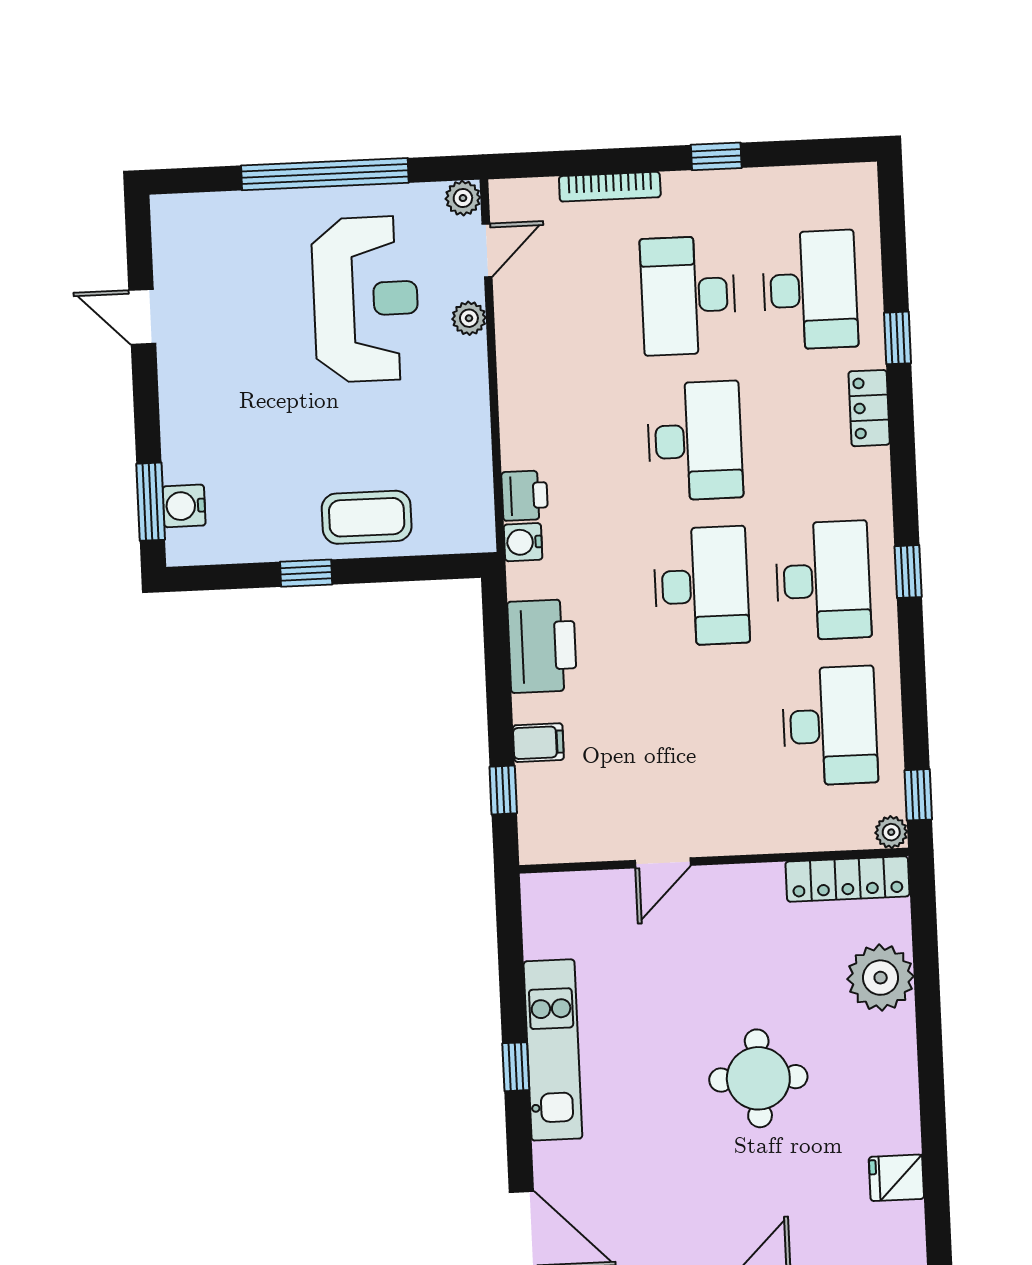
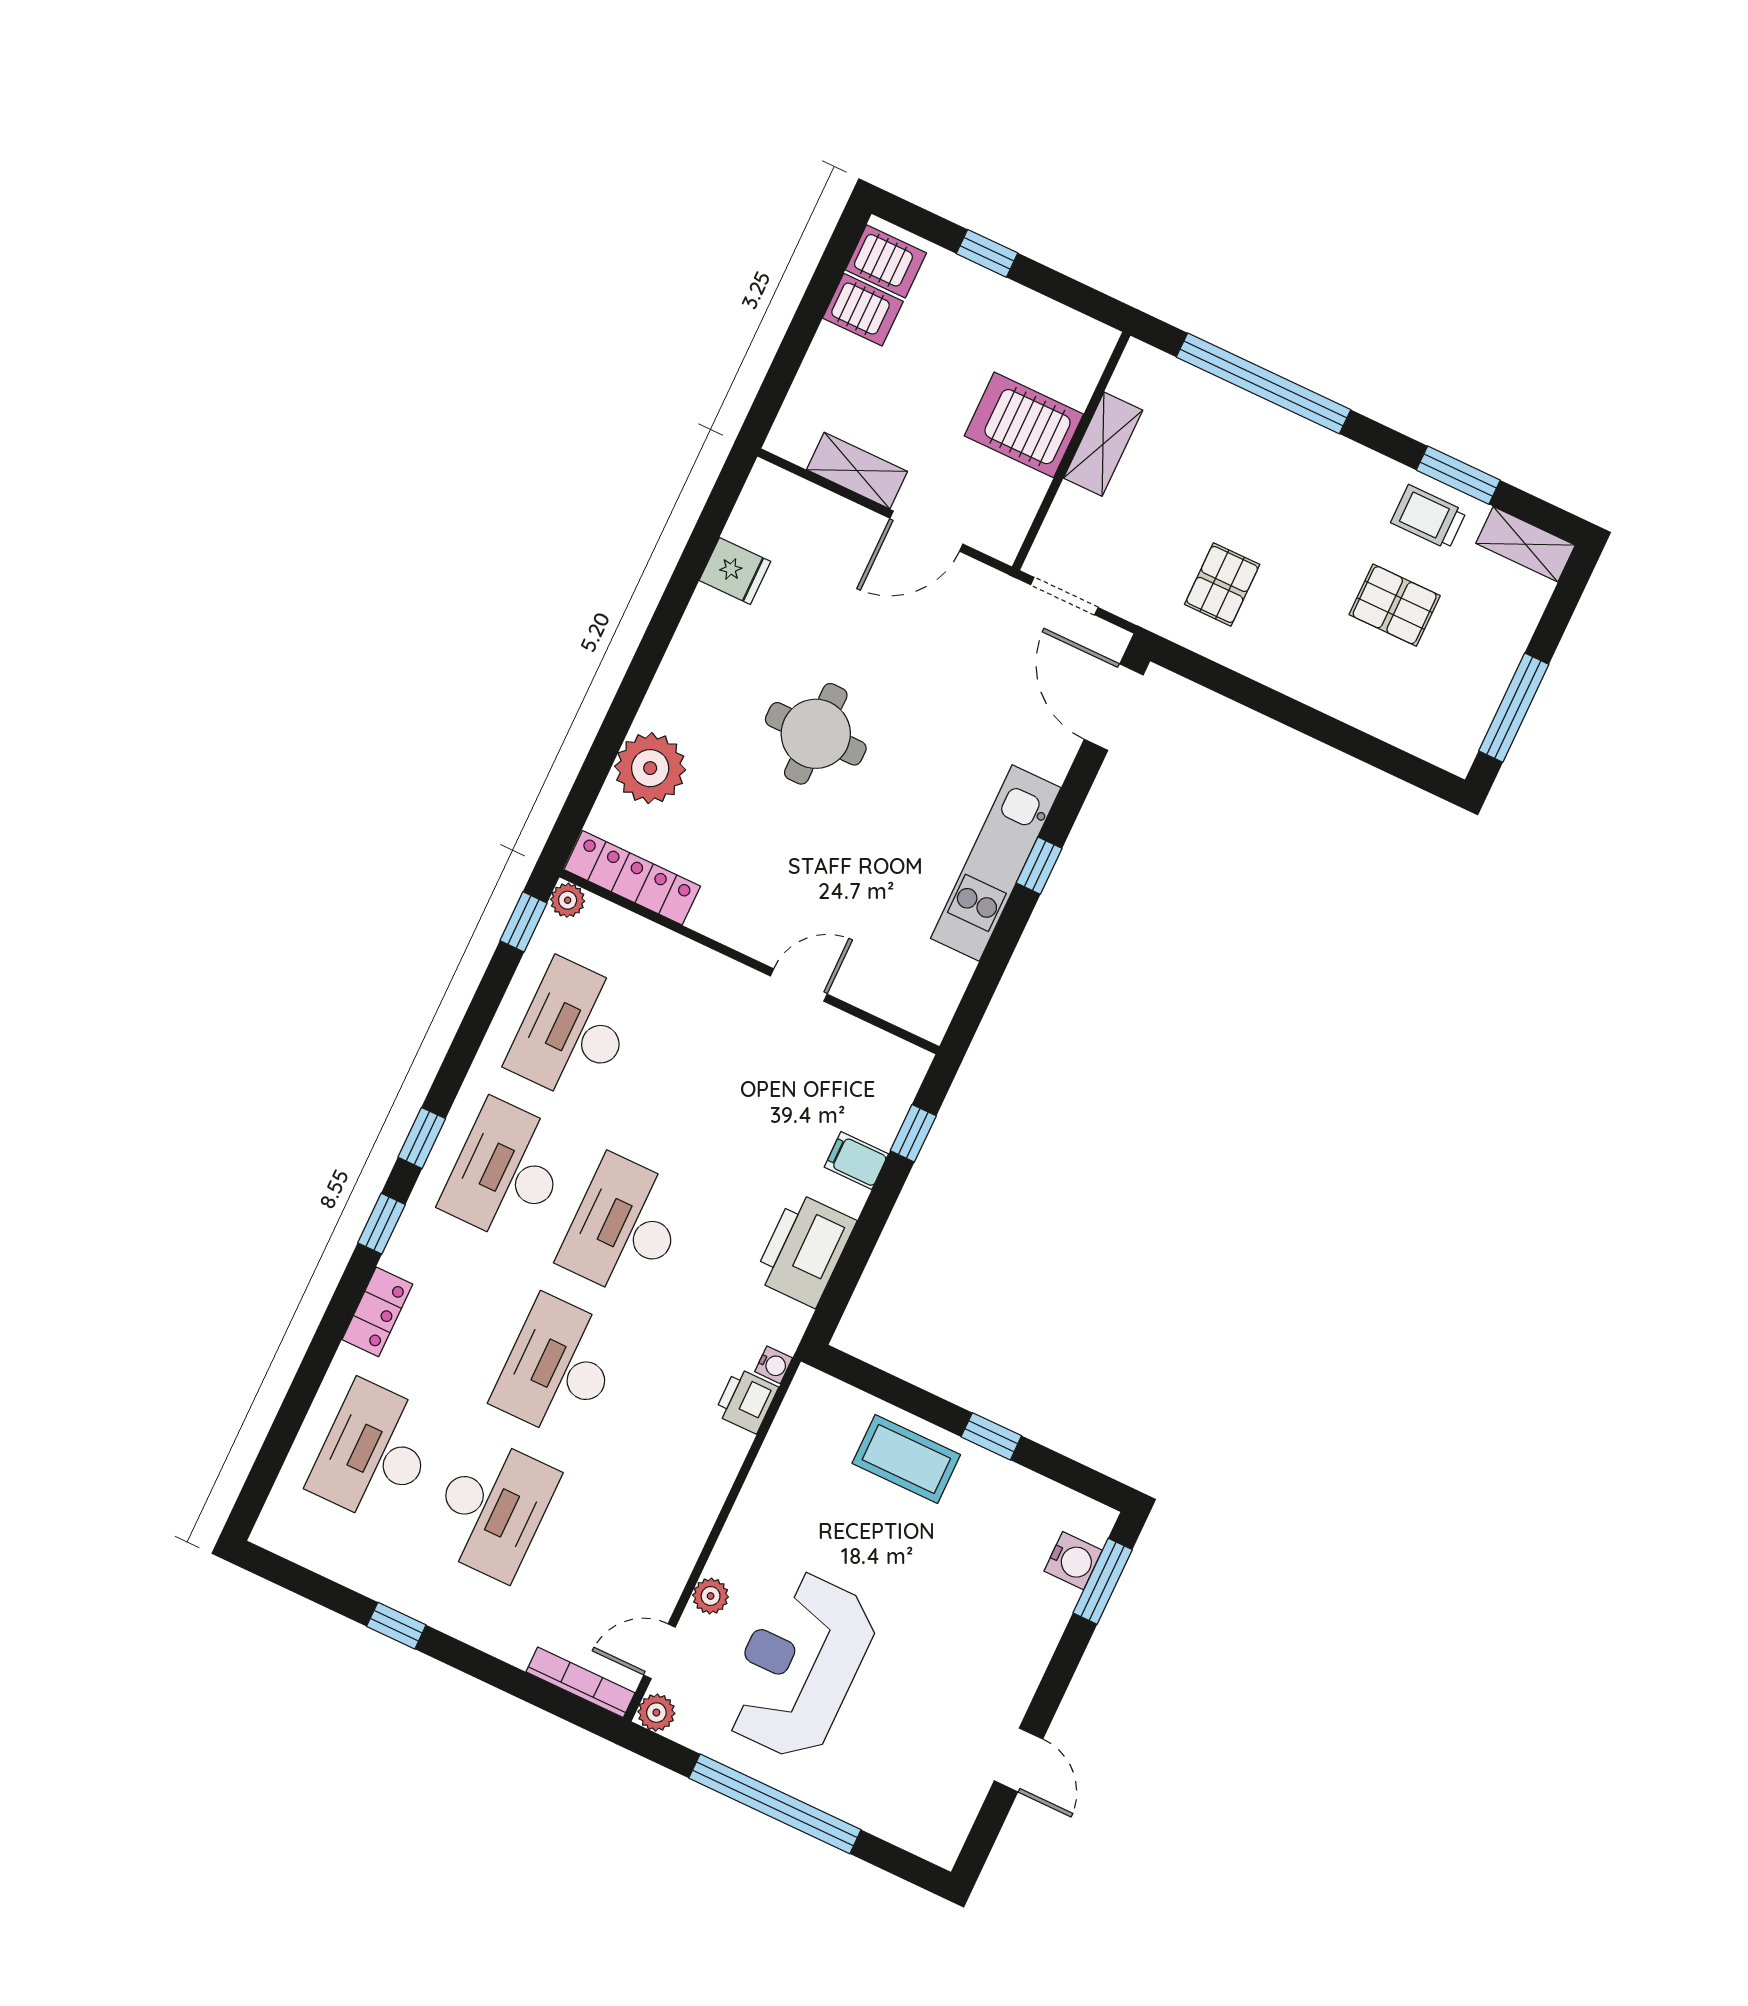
bookcase: (610, 187) -> (581, 1682), moved
window: (898, 338) -> (382, 1224), moved
water cooler: (523, 542) -> (774, 1365), width x0.72, depth x0.72

